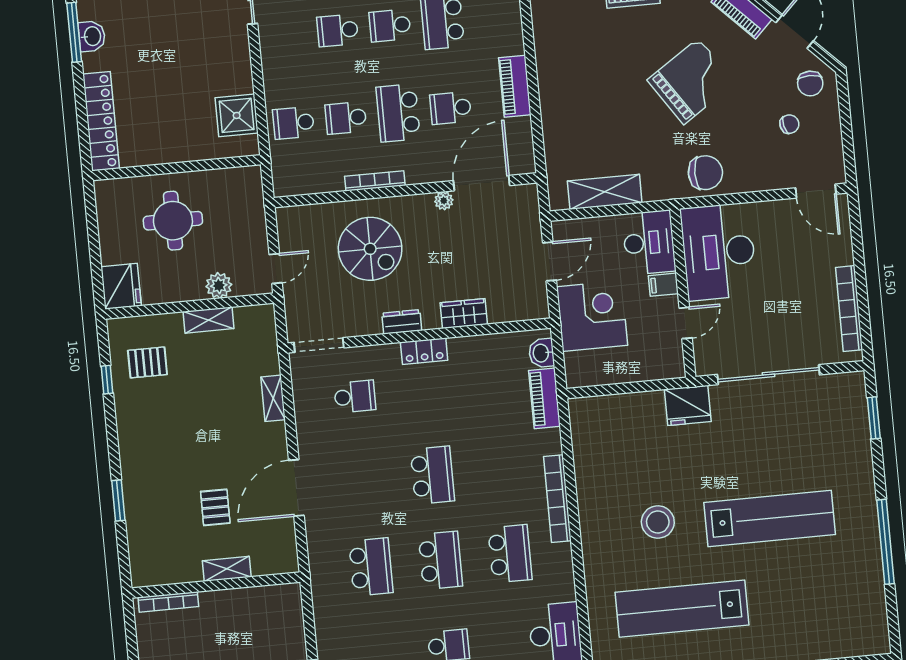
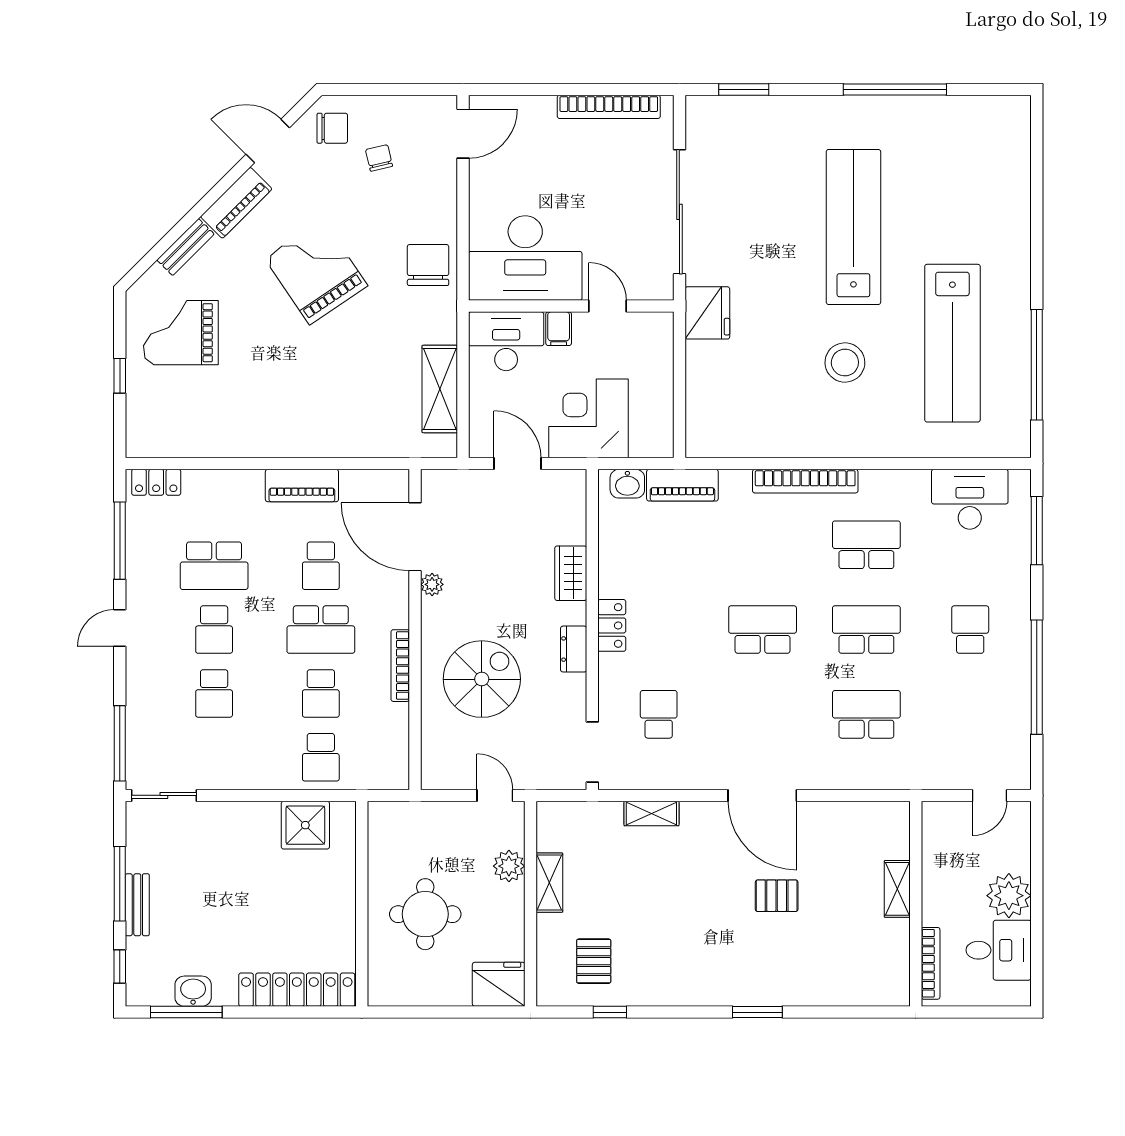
shelving: (227, 569) -> (897, 889), moved
wall: (216, 585) -> (916, 904), moved
bookcase: (168, 602) -> (931, 963), moved

